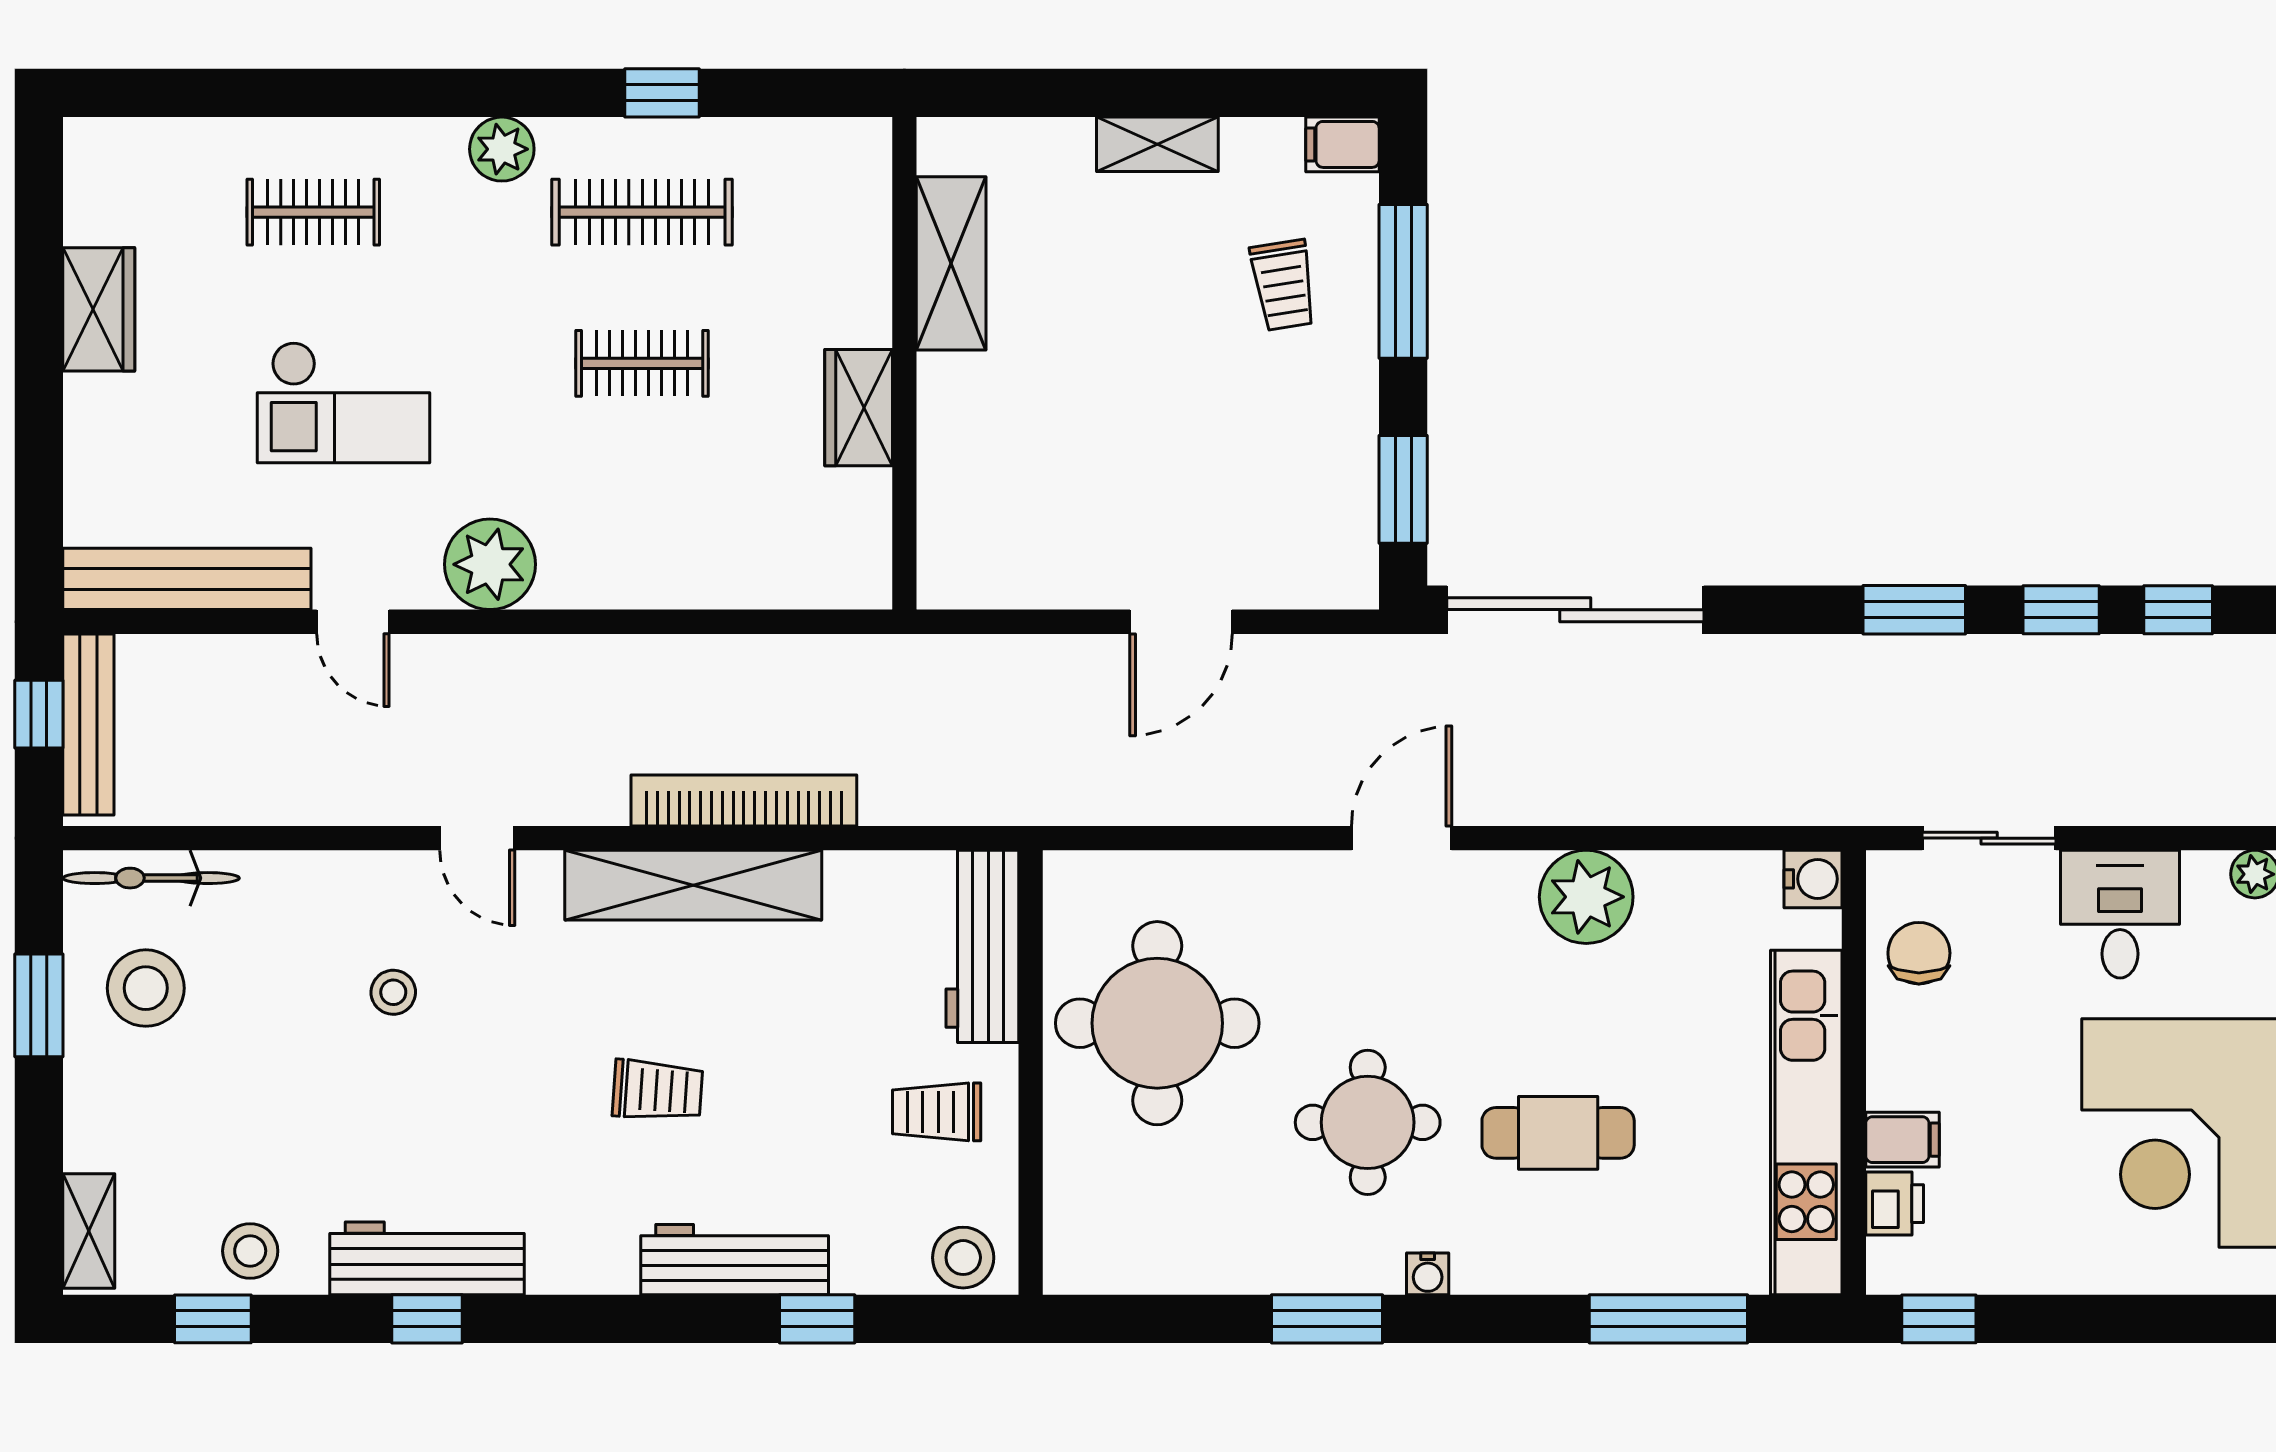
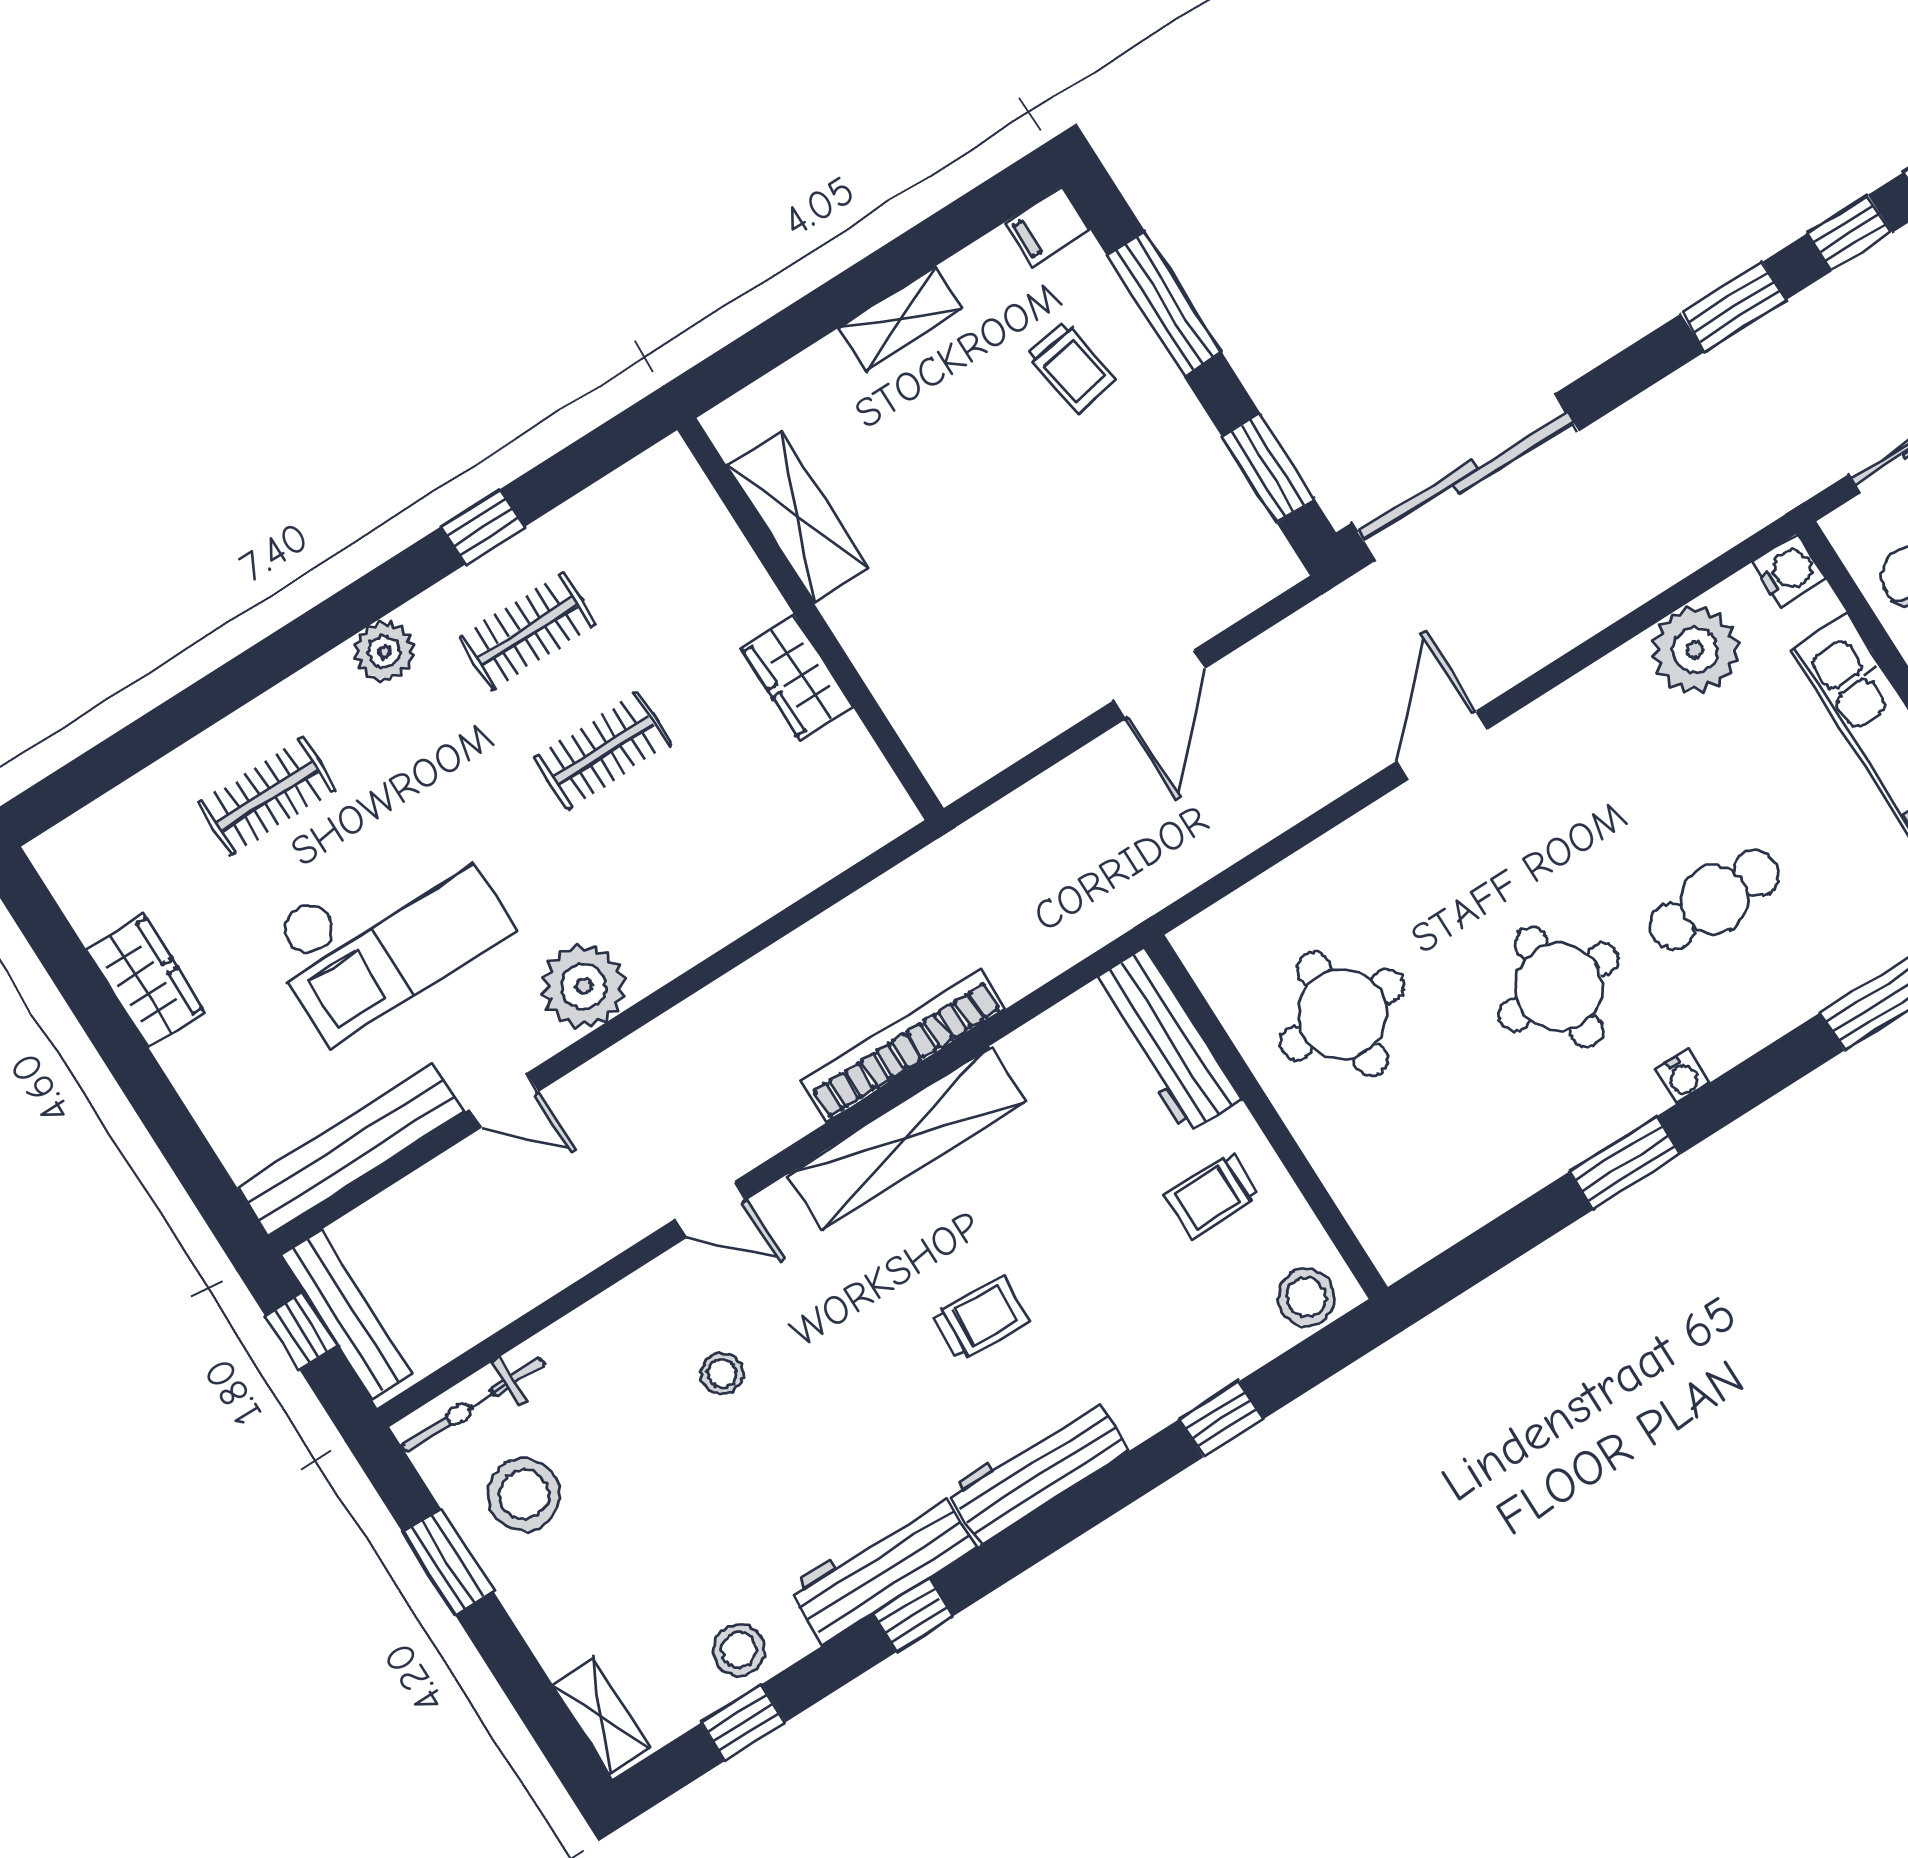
clothes rail: (642, 212) -> (527, 631), width x0.73
checkout: (344, 402) -> (386, 932), width x1.36, depth x1.21
plant: (1586, 897) -> (1695, 650), moved
round table: (1157, 1023) -> (1342, 1014), width x0.73, depth x0.73
workbench: (735, 1260) -> (1038, 1470), moved

